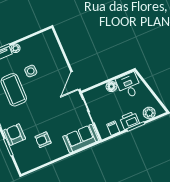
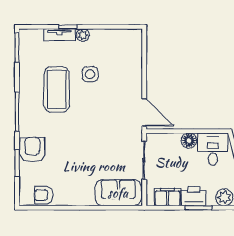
door: (75, 81) -> (144, 112), swing flipped
filing cabinet: (113, 128) -> (168, 197), width x2.00
armchair: (43, 140) -> (44, 195), moved

